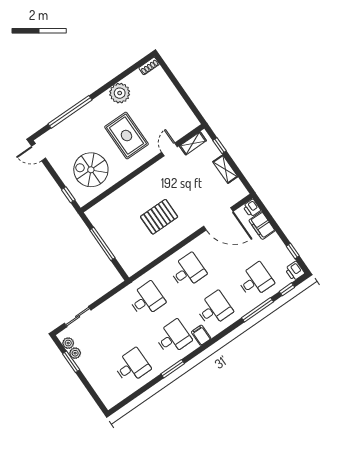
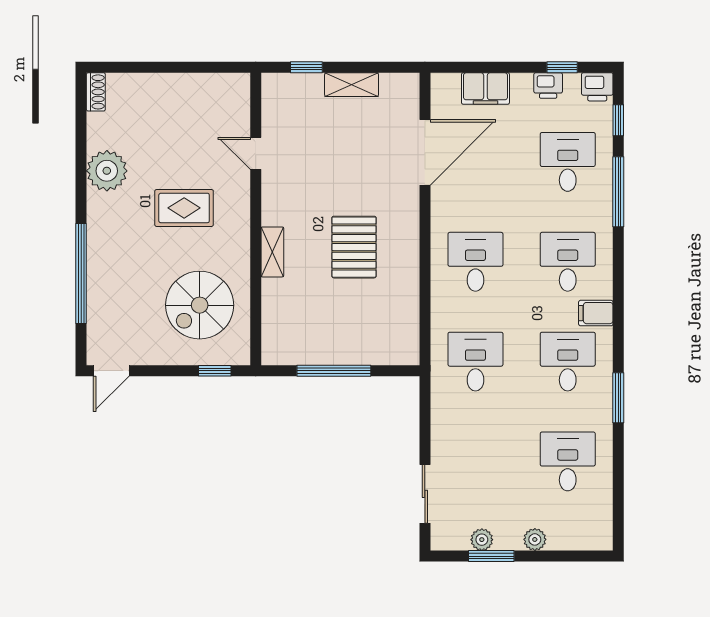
rug: (126, 136) -> (184, 208), width x0.73, depth x0.70
shelving: (193, 143) -> (272, 252), moved
printer: (252, 208) -> (548, 86), moved
plant: (68, 343) -> (535, 539), moved

